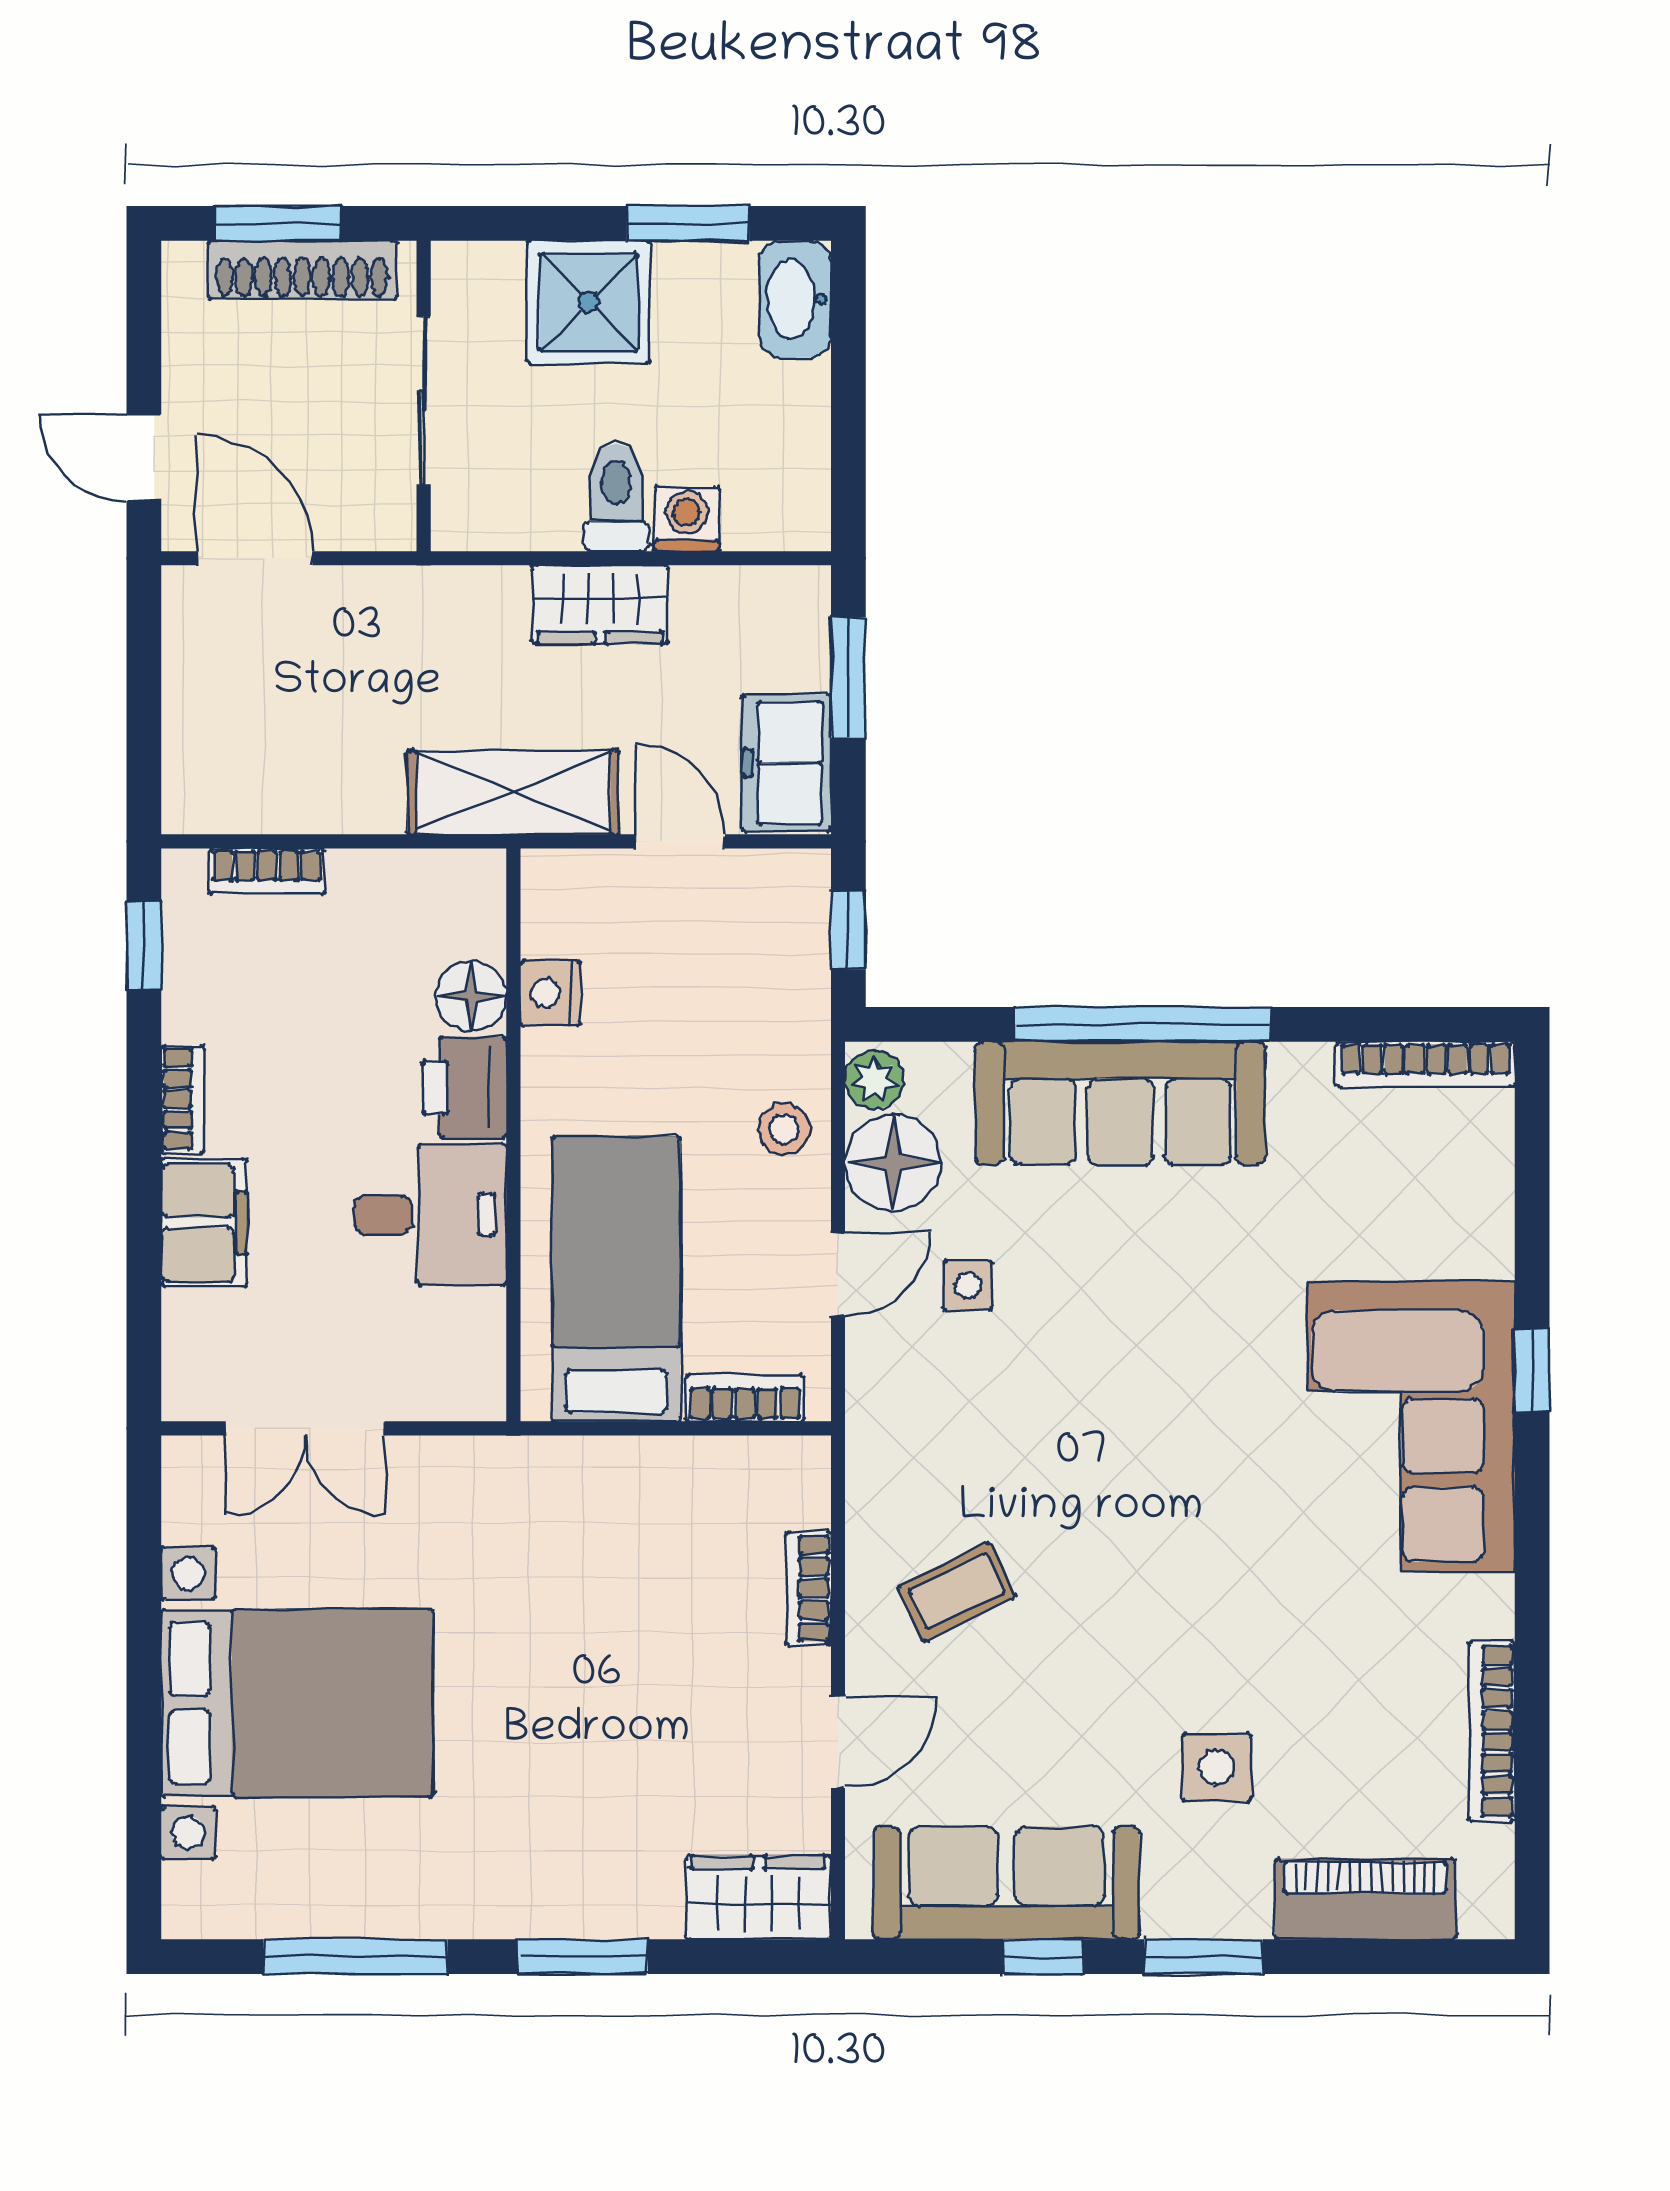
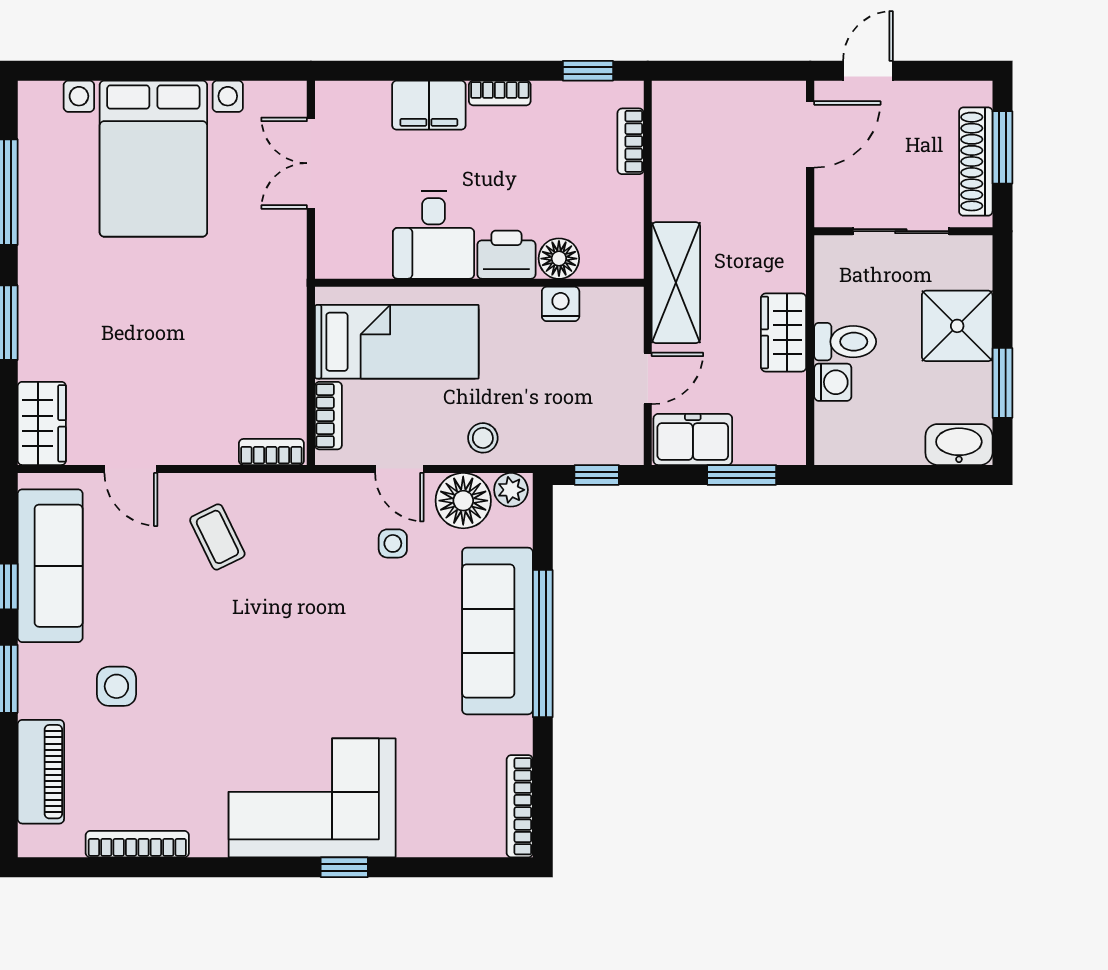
bookcase: (808, 1588) -> (271, 452), moved

